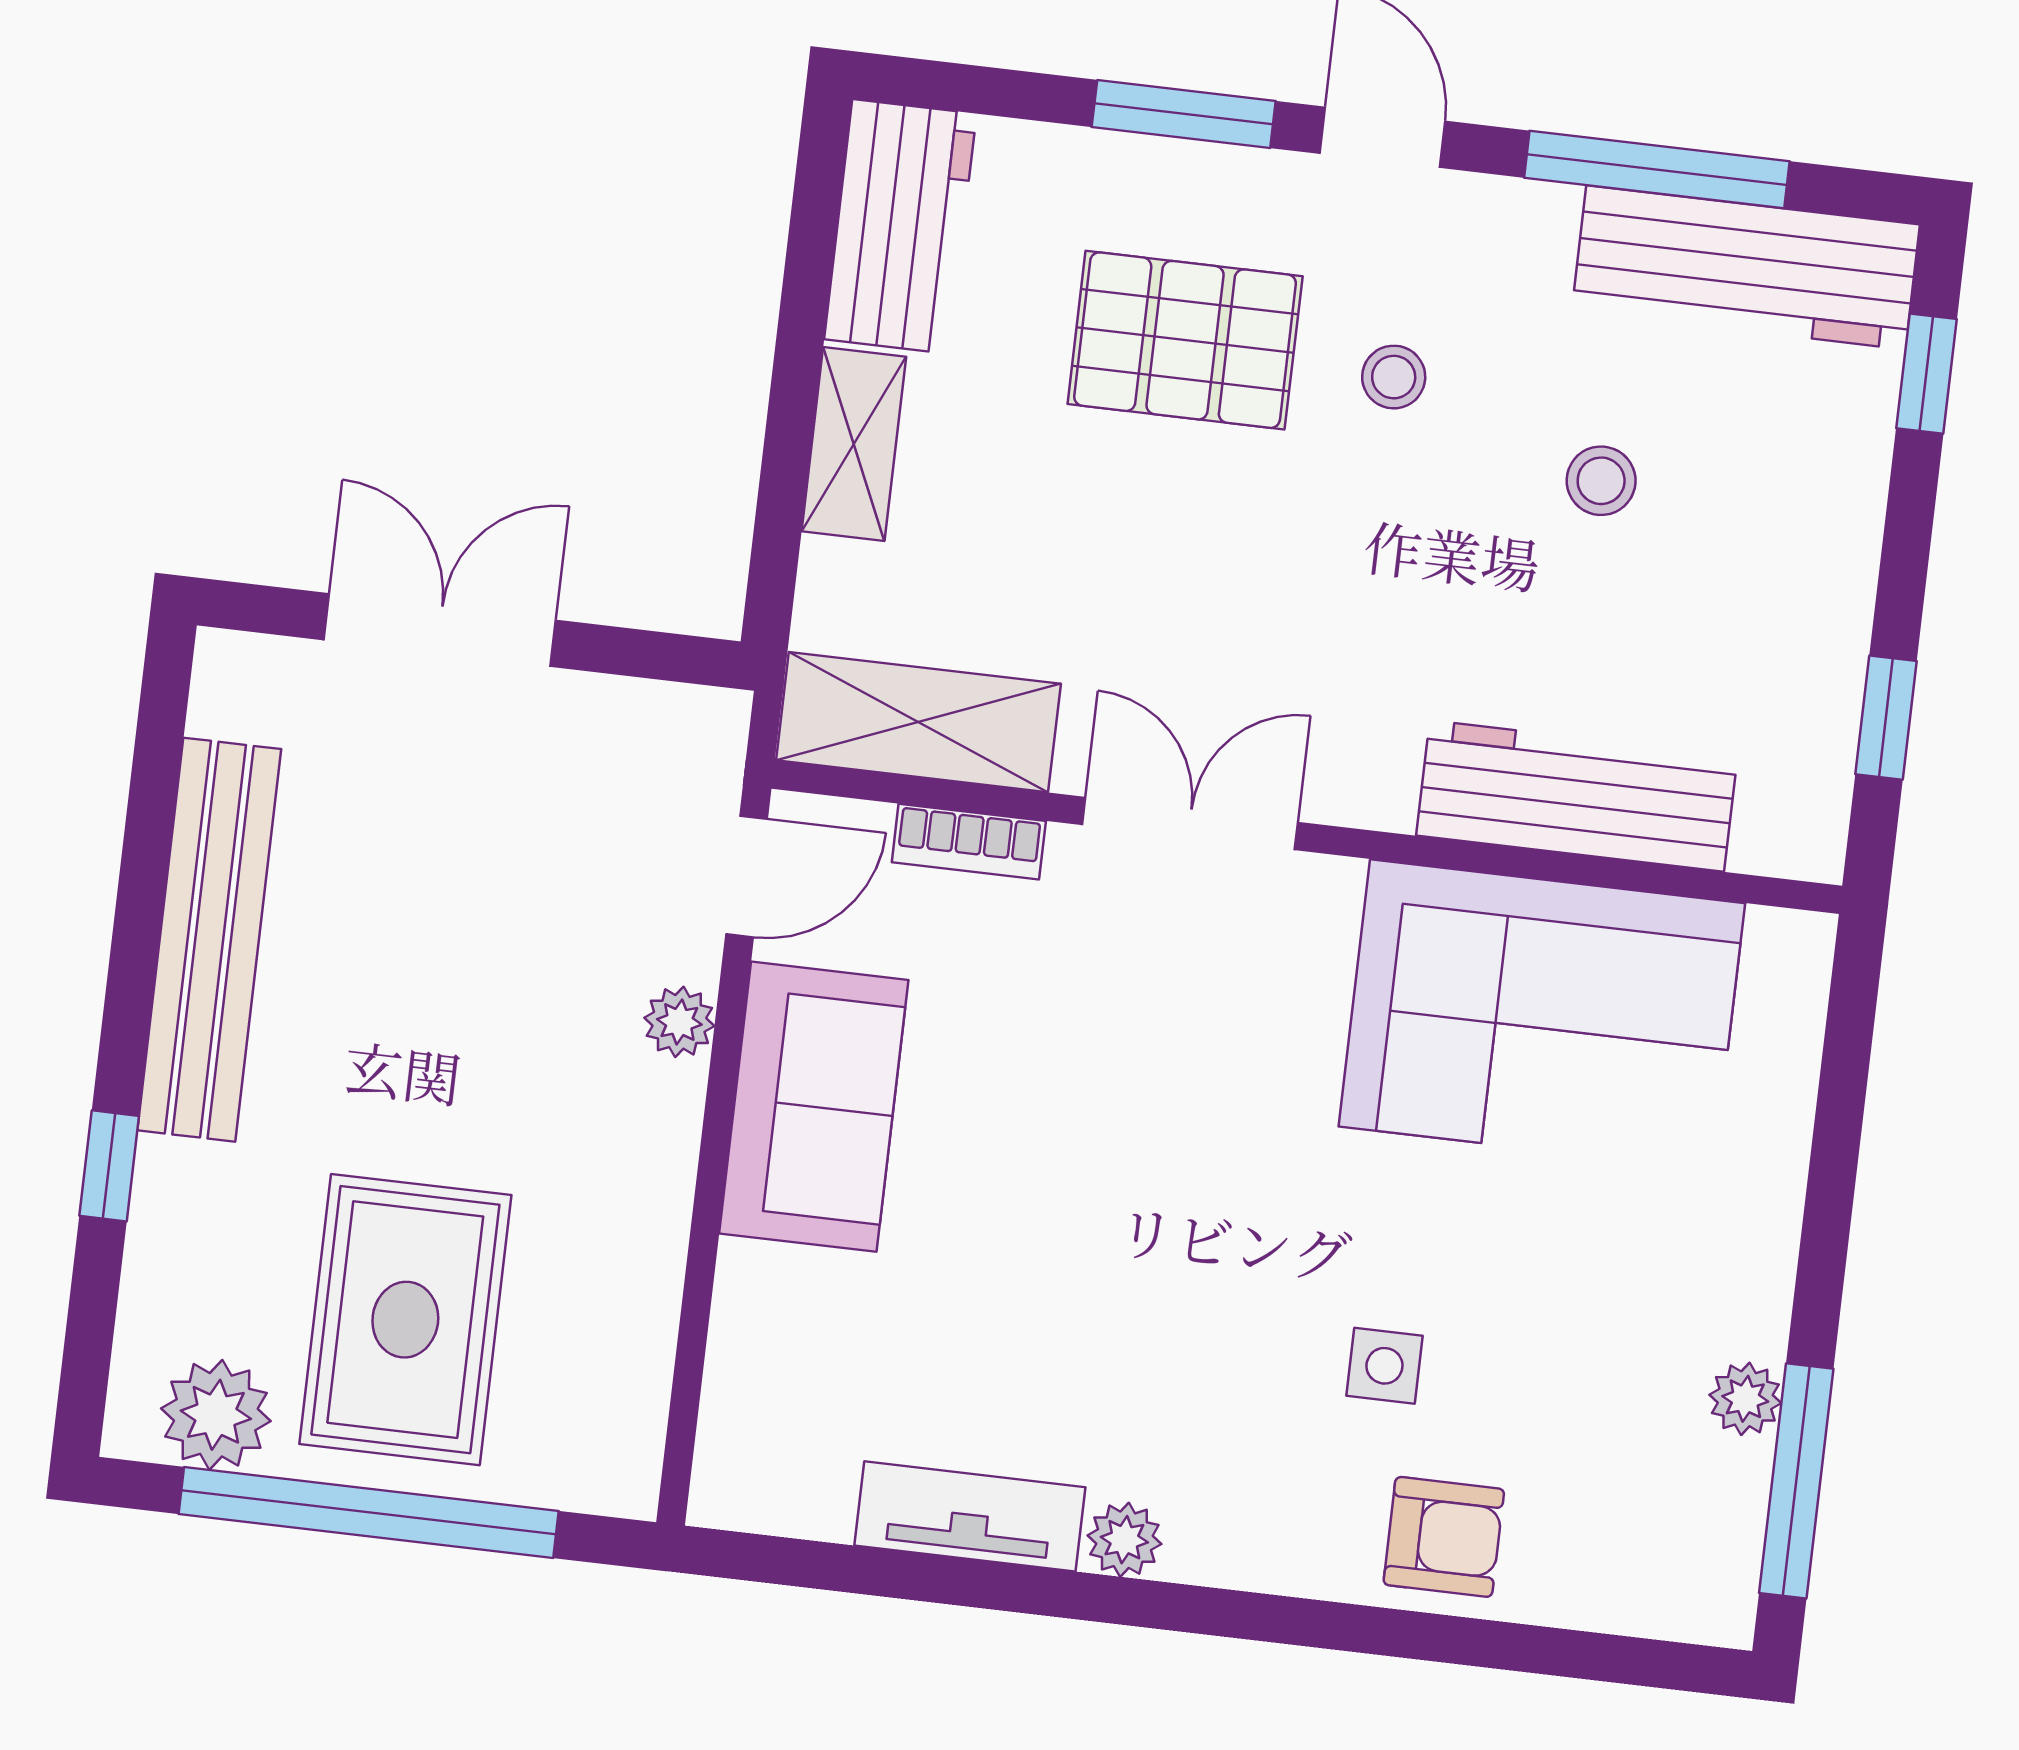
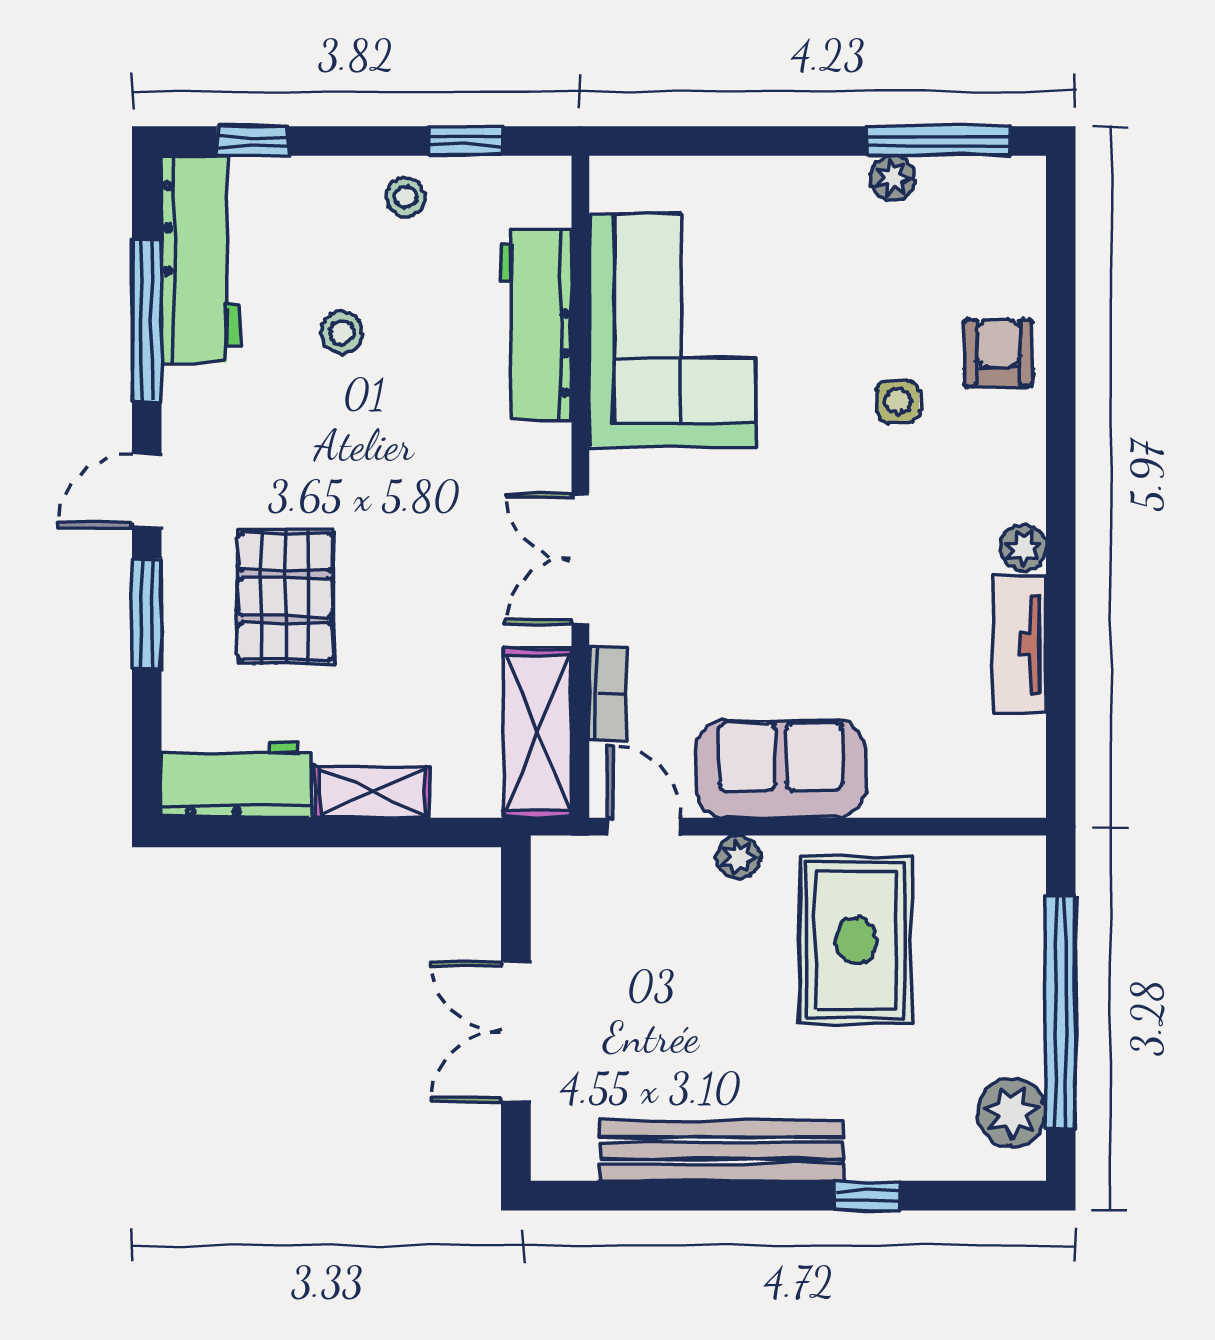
stool: (1394, 377) -> (405, 197), moved
rug: (405, 1320) -> (856, 940), moved, turned 90

